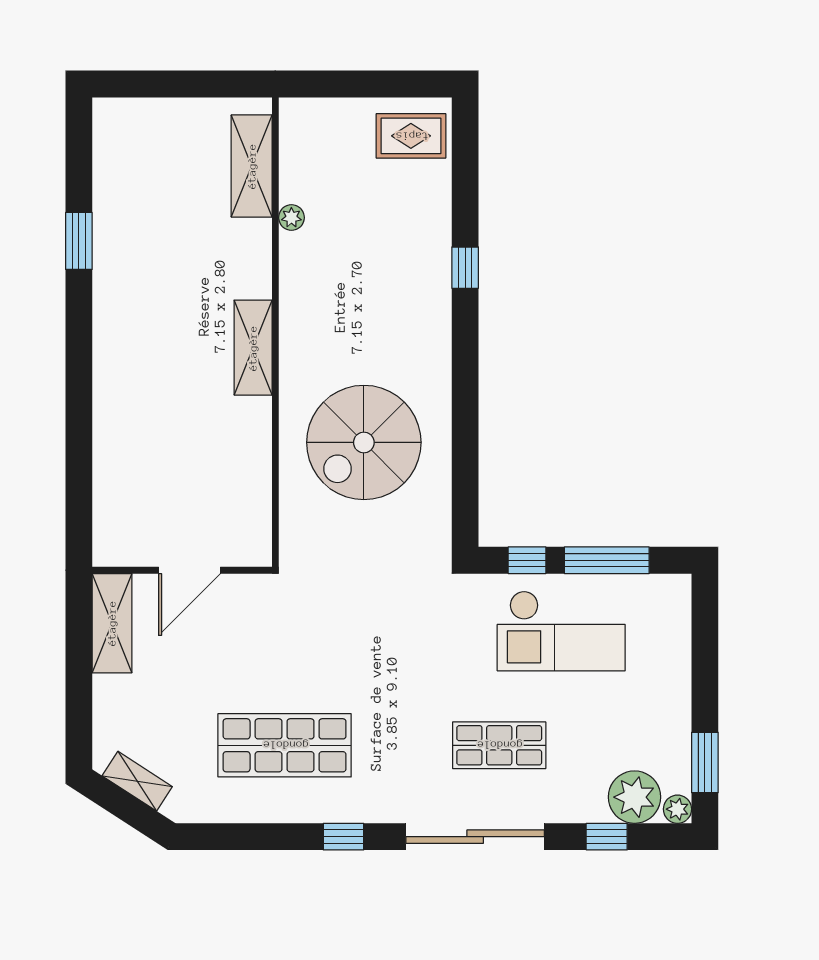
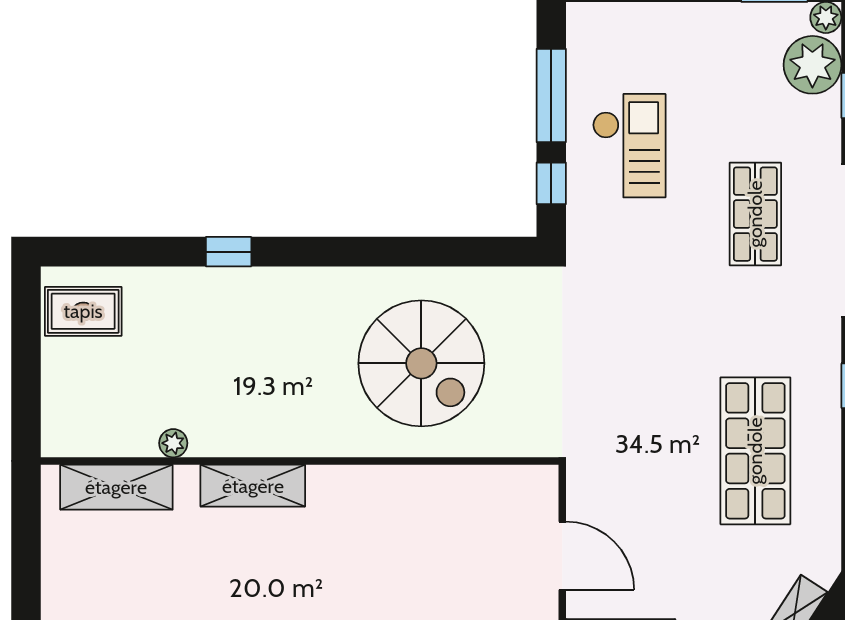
rug: (411, 136) -> (83, 311), turned 90
shelving: (253, 348) -> (253, 486), moved
checkout: (561, 631) -> (629, 146), width x0.73, depth x0.83

